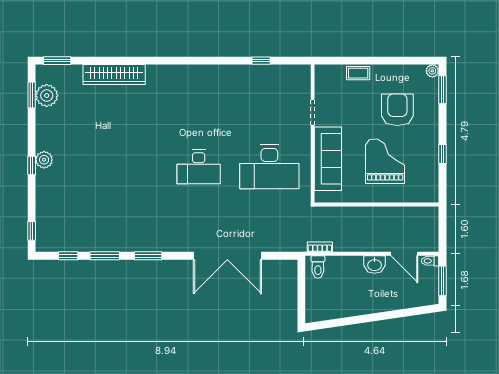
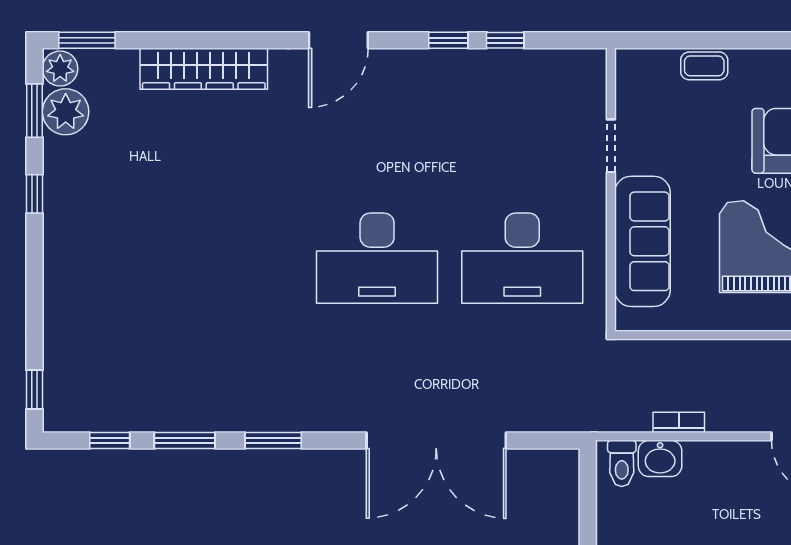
door: (180, 61) -> (338, 40), added
window: (233, 61) -> (448, 40), added
plant: (44, 160) -> (60, 69), moved
window: (32, 166) -> (35, 194), moved
desk: (199, 167) -> (377, 258), width x1.36, depth x1.30
bookcase: (320, 247) -> (679, 422), moved
washbasin: (375, 265) -> (660, 458), moved

